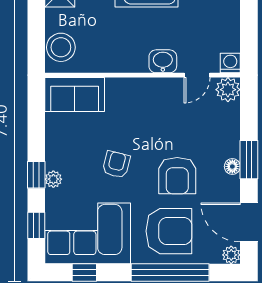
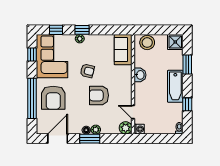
washbasin: (163, 61) -> (140, 75), moved
armchair: (177, 176) -> (99, 95), moved
plant: (231, 255) -> (96, 130), moved

